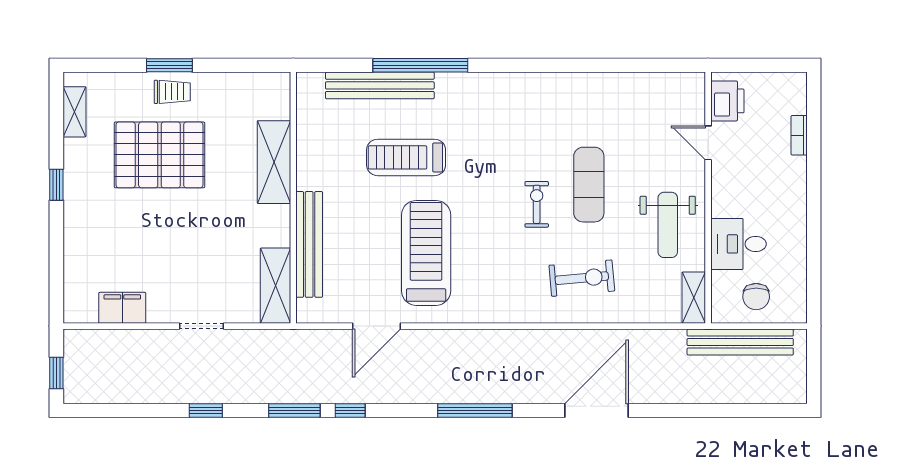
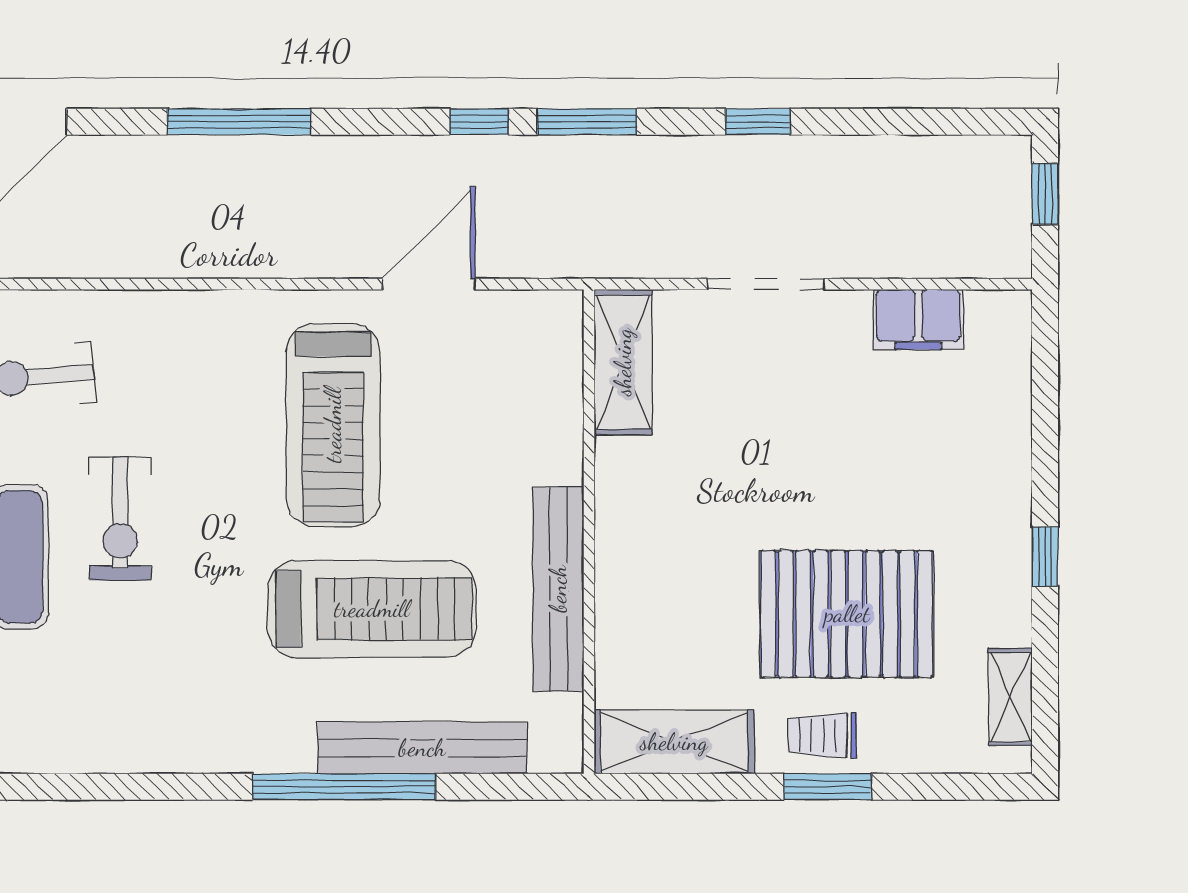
treadmill: (406, 157) -> (372, 609), width x1.37, depth x1.38
shelving: (274, 162) -> (674, 742), moved, turned 90
exercise bike: (537, 204) -> (120, 519), width x1.38, depth x1.39
bench: (309, 244) -> (558, 589), moved
doorway: (201, 326) -> (766, 284), width x1.38

